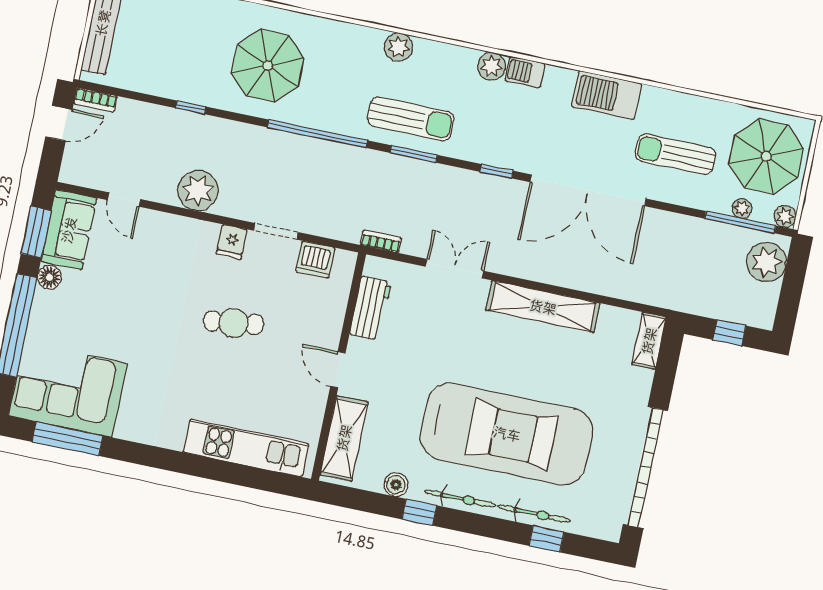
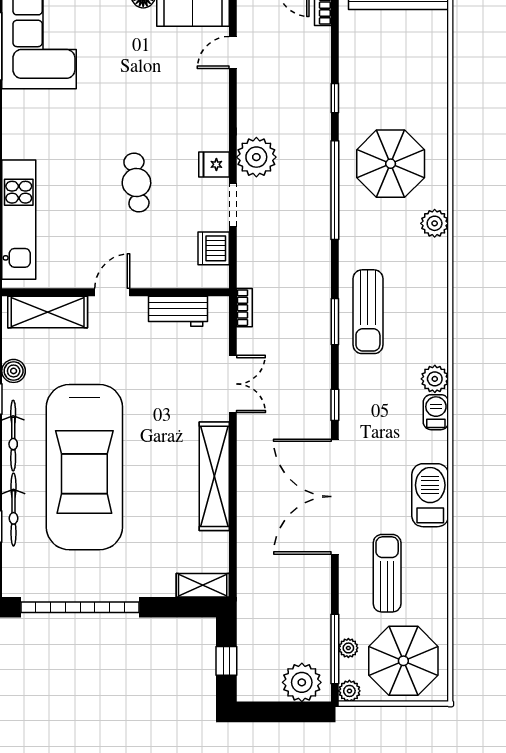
plant: (399, 47) -> (435, 223), moved
window: (318, 134) -> (335, 190), moved
plant: (198, 191) -> (256, 157), moved

